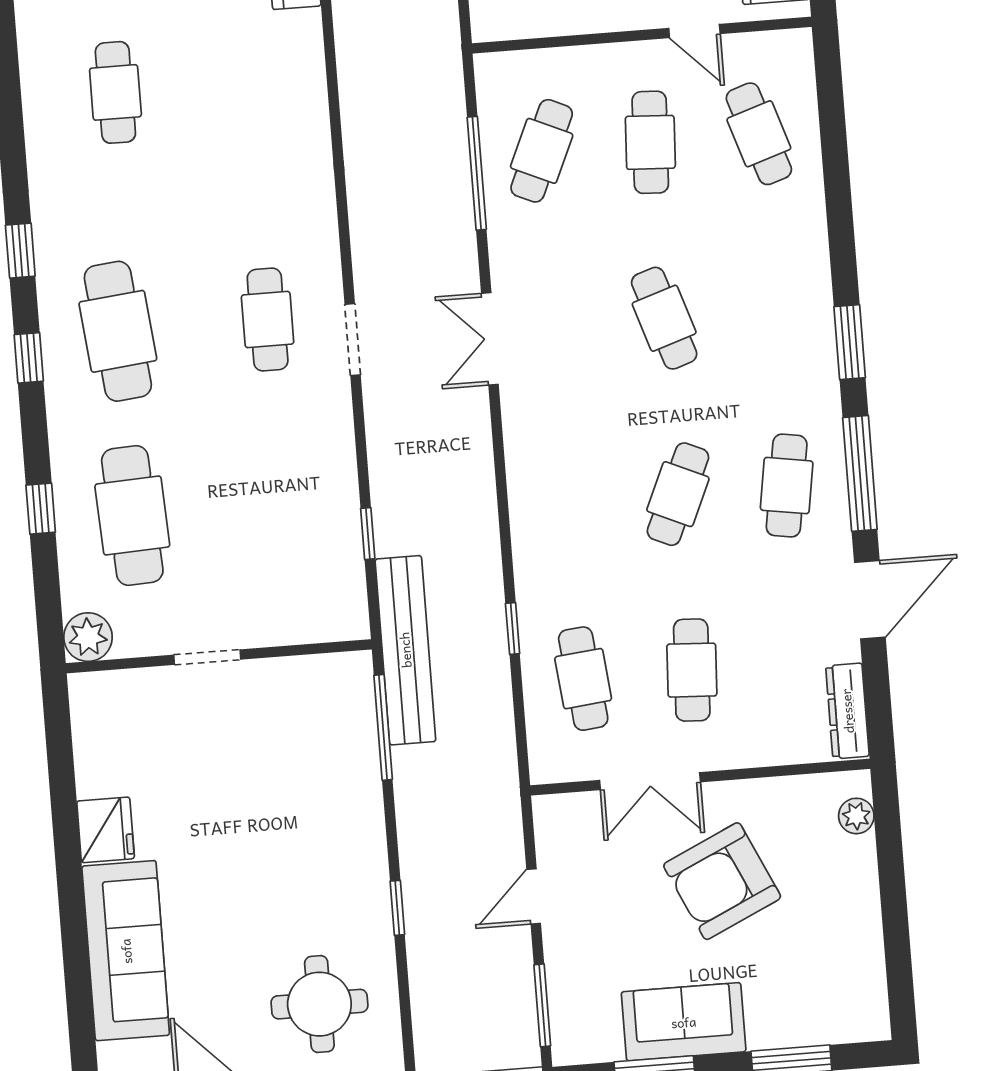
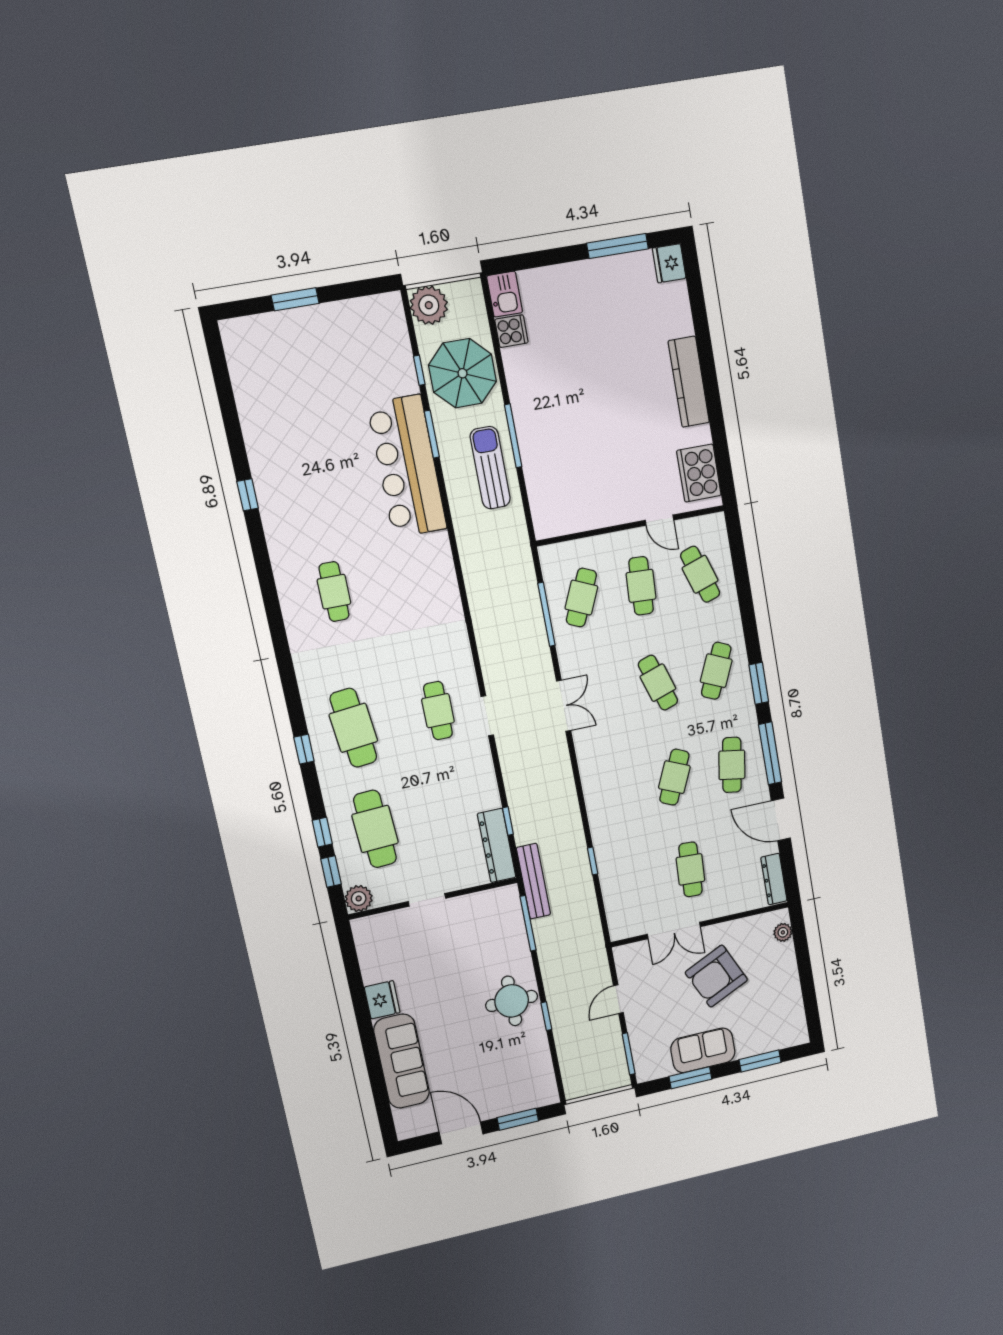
window: (20, 251) -> (331, 872), moved
double door: (490, 339) -> (564, 706), swing flipped
dresser: (343, 575) -> (497, 845), added
door: (870, 600) -> (781, 819), swing flipped
bench: (405, 650) -> (533, 881), width x0.73, depth x0.82
cafe table: (583, 679) -> (716, 671), moved, turned 30
round table: (319, 1004) -> (512, 1001), moved

